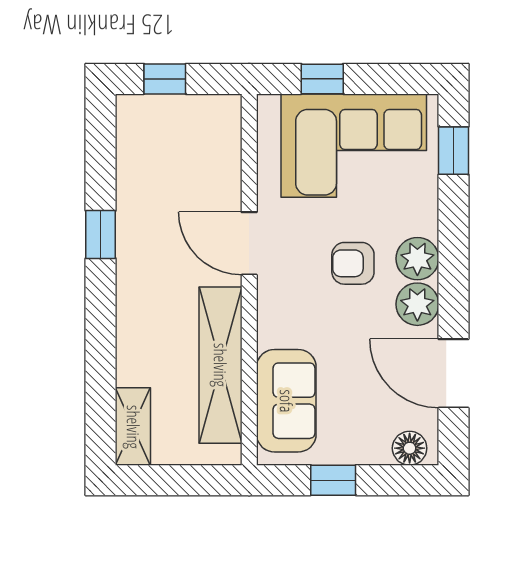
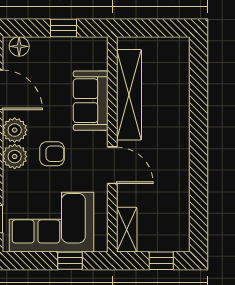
window: (101, 234) -> (199, 170), removed
sofa: (286, 401) -> (91, 101), moved
shelving: (133, 427) -> (127, 230), moved

